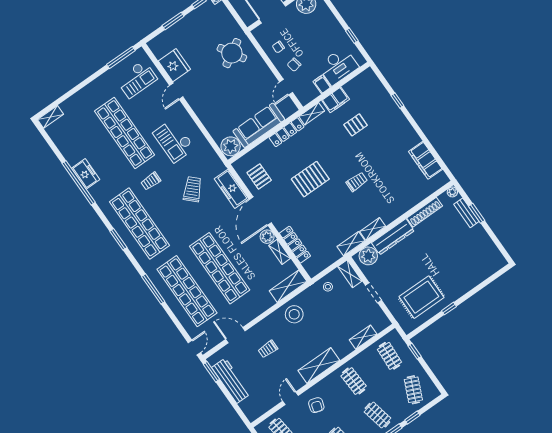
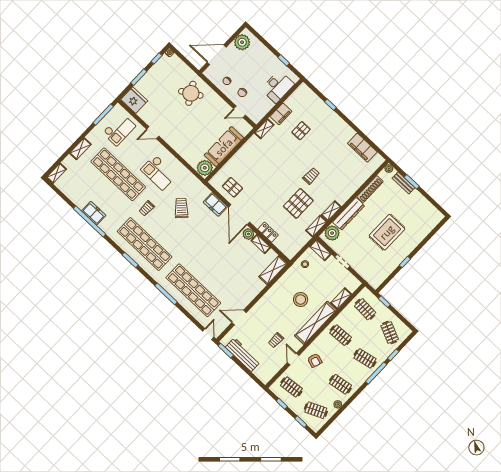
fridge: (174, 65) -> (134, 100), moved
filing cabinet: (322, 84) -> (268, 104), removed
door: (286, 87) -> (240, 112), hinge flipped
door: (176, 91) -> (153, 133), hinge flipped
shelving: (85, 93) -> (80, 149), added
locker: (287, 132) -> (247, 148), removed
pallet: (310, 179) -> (298, 203), moved
freezer: (231, 189) -> (215, 204), width x0.71
locker: (295, 245) -> (268, 232), width x0.66
shop shelf: (220, 268) -> (216, 267), removed
rug: (421, 297) -> (387, 232), moved
stool: (294, 314) -> (301, 299), moved
trolley: (268, 349) -> (276, 340), moved
shelving: (319, 366) -> (316, 323), width x1.47

